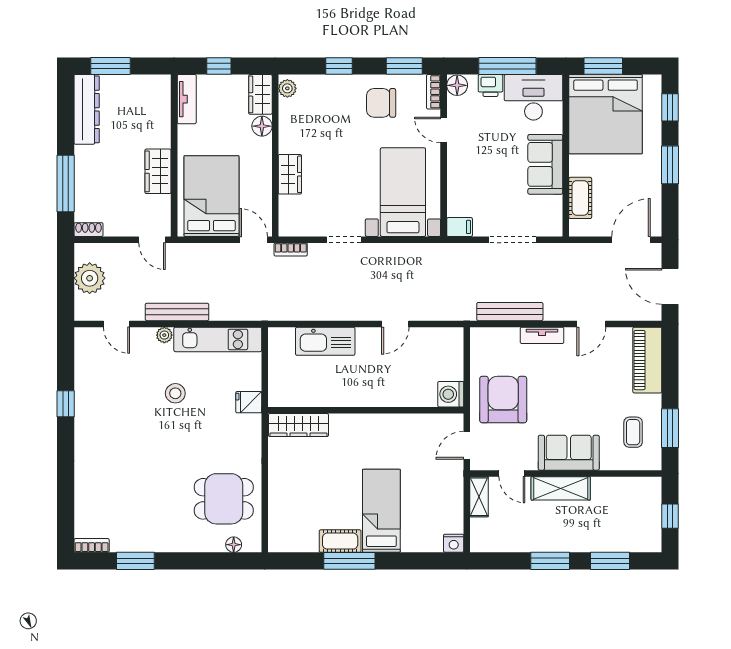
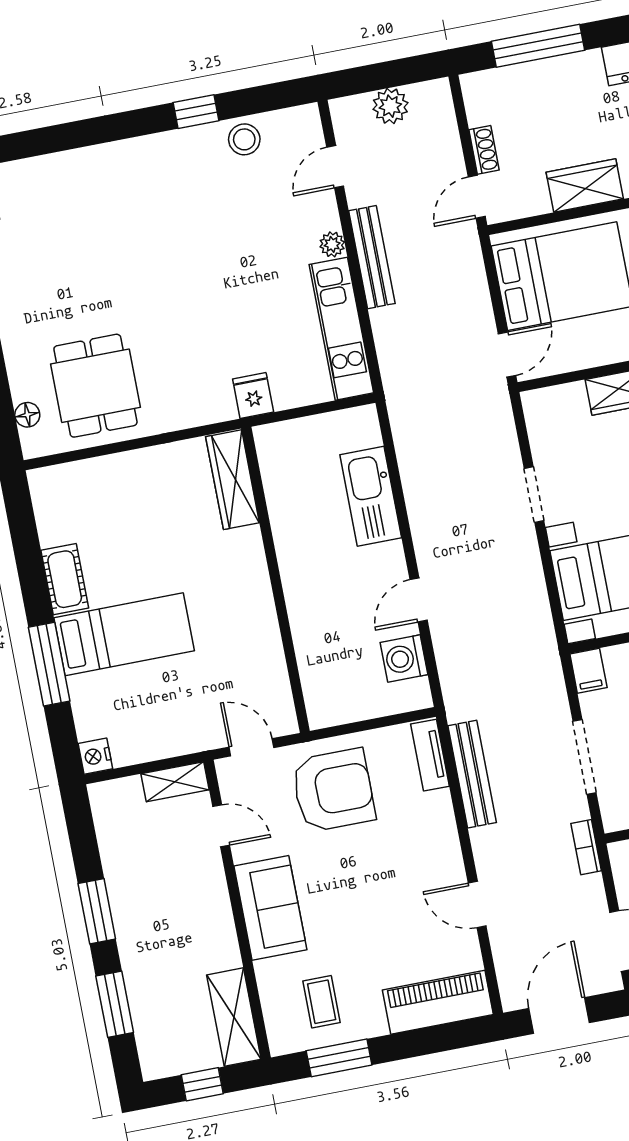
shoe rack: (88, 230) -> (484, 150), moved
bookcase: (291, 249) -> (586, 847), moved
plant: (90, 278) -> (390, 106), width x0.73, depth x0.73
door: (395, 324) -> (419, 600), hinge flipped
tv unit: (542, 335) -> (430, 755), moved
stool: (175, 393) -> (244, 139), moved
washing machine: (451, 394) -> (404, 658), moved, turned -90
coffee table: (633, 432) -> (322, 1002), turned 90
door: (512, 473) -> (221, 826), swing flipped
shelving: (561, 488) -> (234, 1017), moved
window: (349, 561) -> (49, 664), moved

